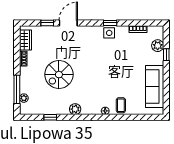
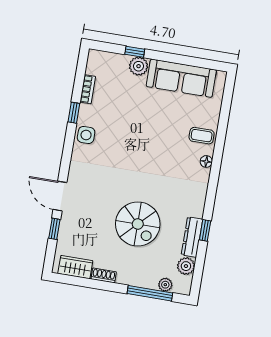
window: (110, 23) -> (74, 113), moved
plant: (158, 46) -> (139, 66), moved
plant: (75, 109) -> (186, 266), moved
dresser: (56, 110) -> (192, 237), added
window: (50, 117) -> (205, 230), moved

